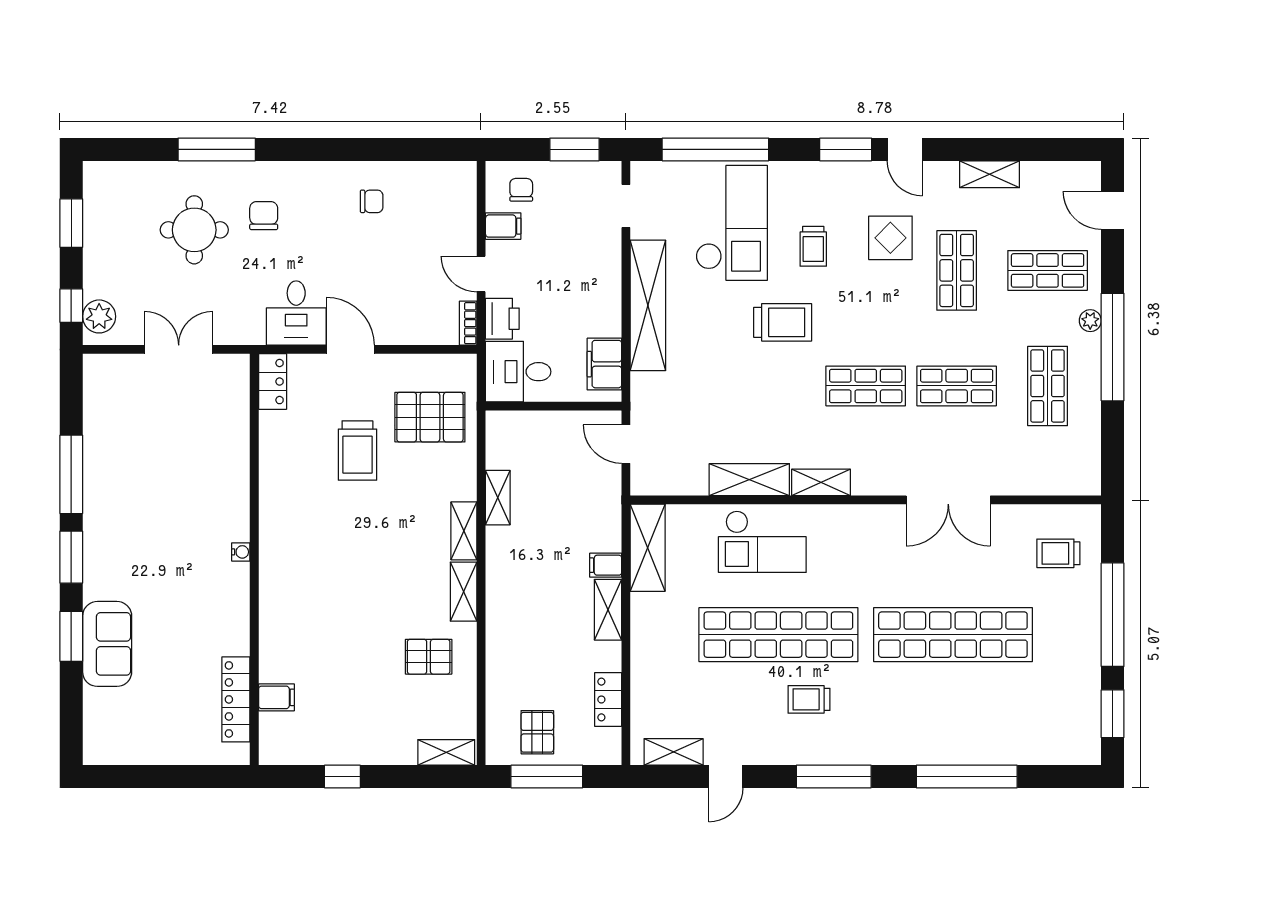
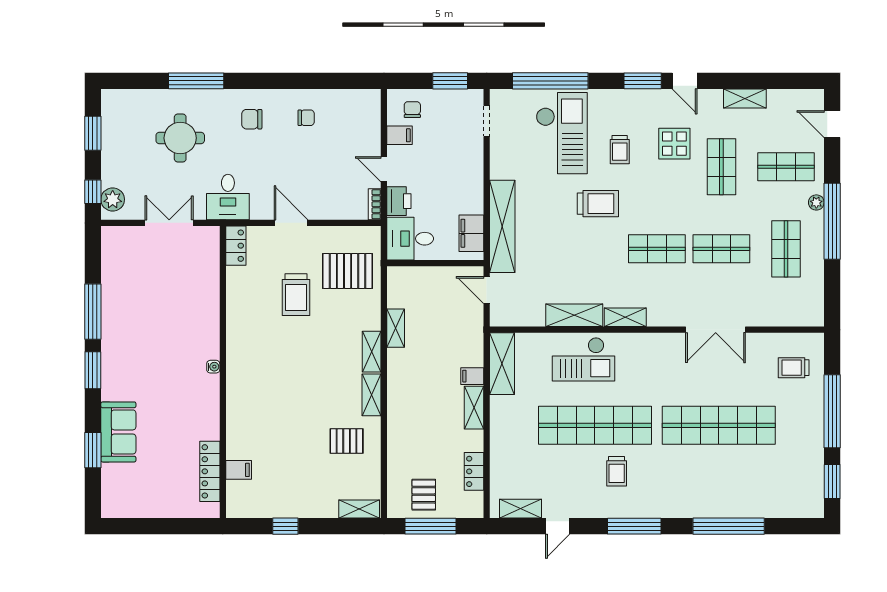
chair: (264, 216) -> (252, 119), moved, turned -90
shelving: (648, 305) -> (502, 226), moved
desk: (296, 313) -> (228, 197), moved
window: (71, 636) -> (93, 450), moved
trolley: (809, 699) -> (617, 471), turned -90

